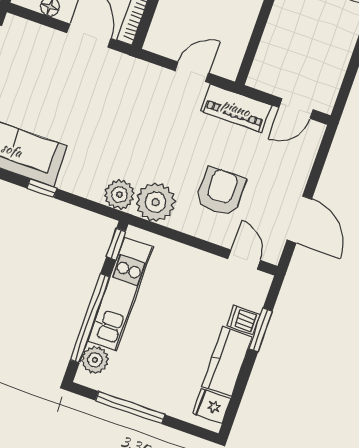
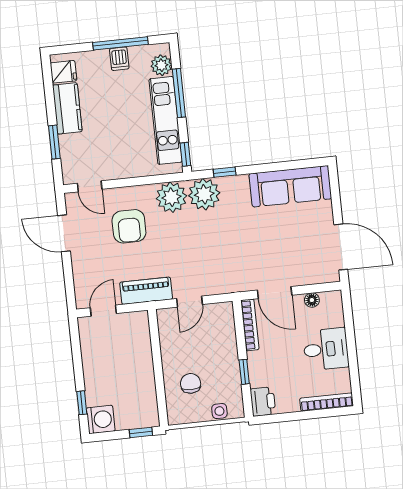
window: (42, 188) -> (225, 172), moved
plant: (119, 195) -> (204, 194), width x1.36, depth x1.36
window: (90, 318) -> (179, 93), width x0.68
dishwasher: (243, 320) -> (119, 59), moved, turned 90

